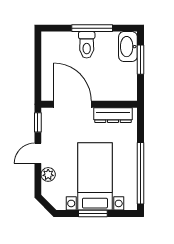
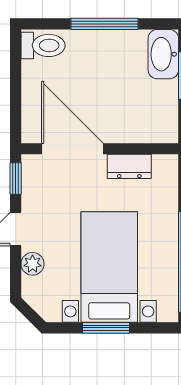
toilet: (87, 45) -> (43, 45), moved, turned -90
dresser: (113, 115) -> (129, 166), width x0.70

